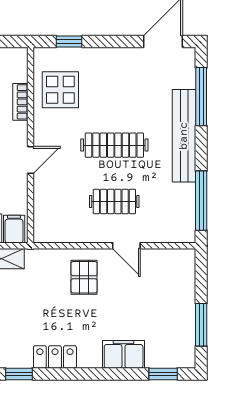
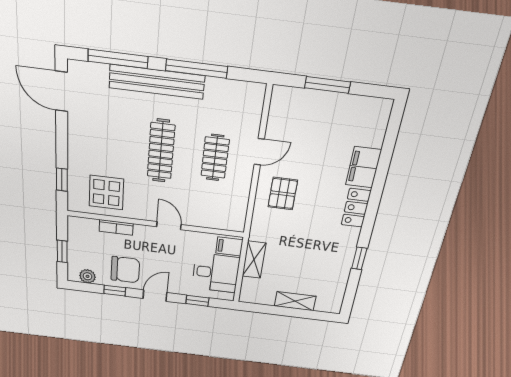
window: (201, 201) -> (196, 69), moved
pallet: (84, 277) -> (283, 194), turned 90
window: (201, 325) -> (327, 85), moved
locker: (55, 357) -> (356, 208), moved
window: (163, 374) -> (392, 132), removed

